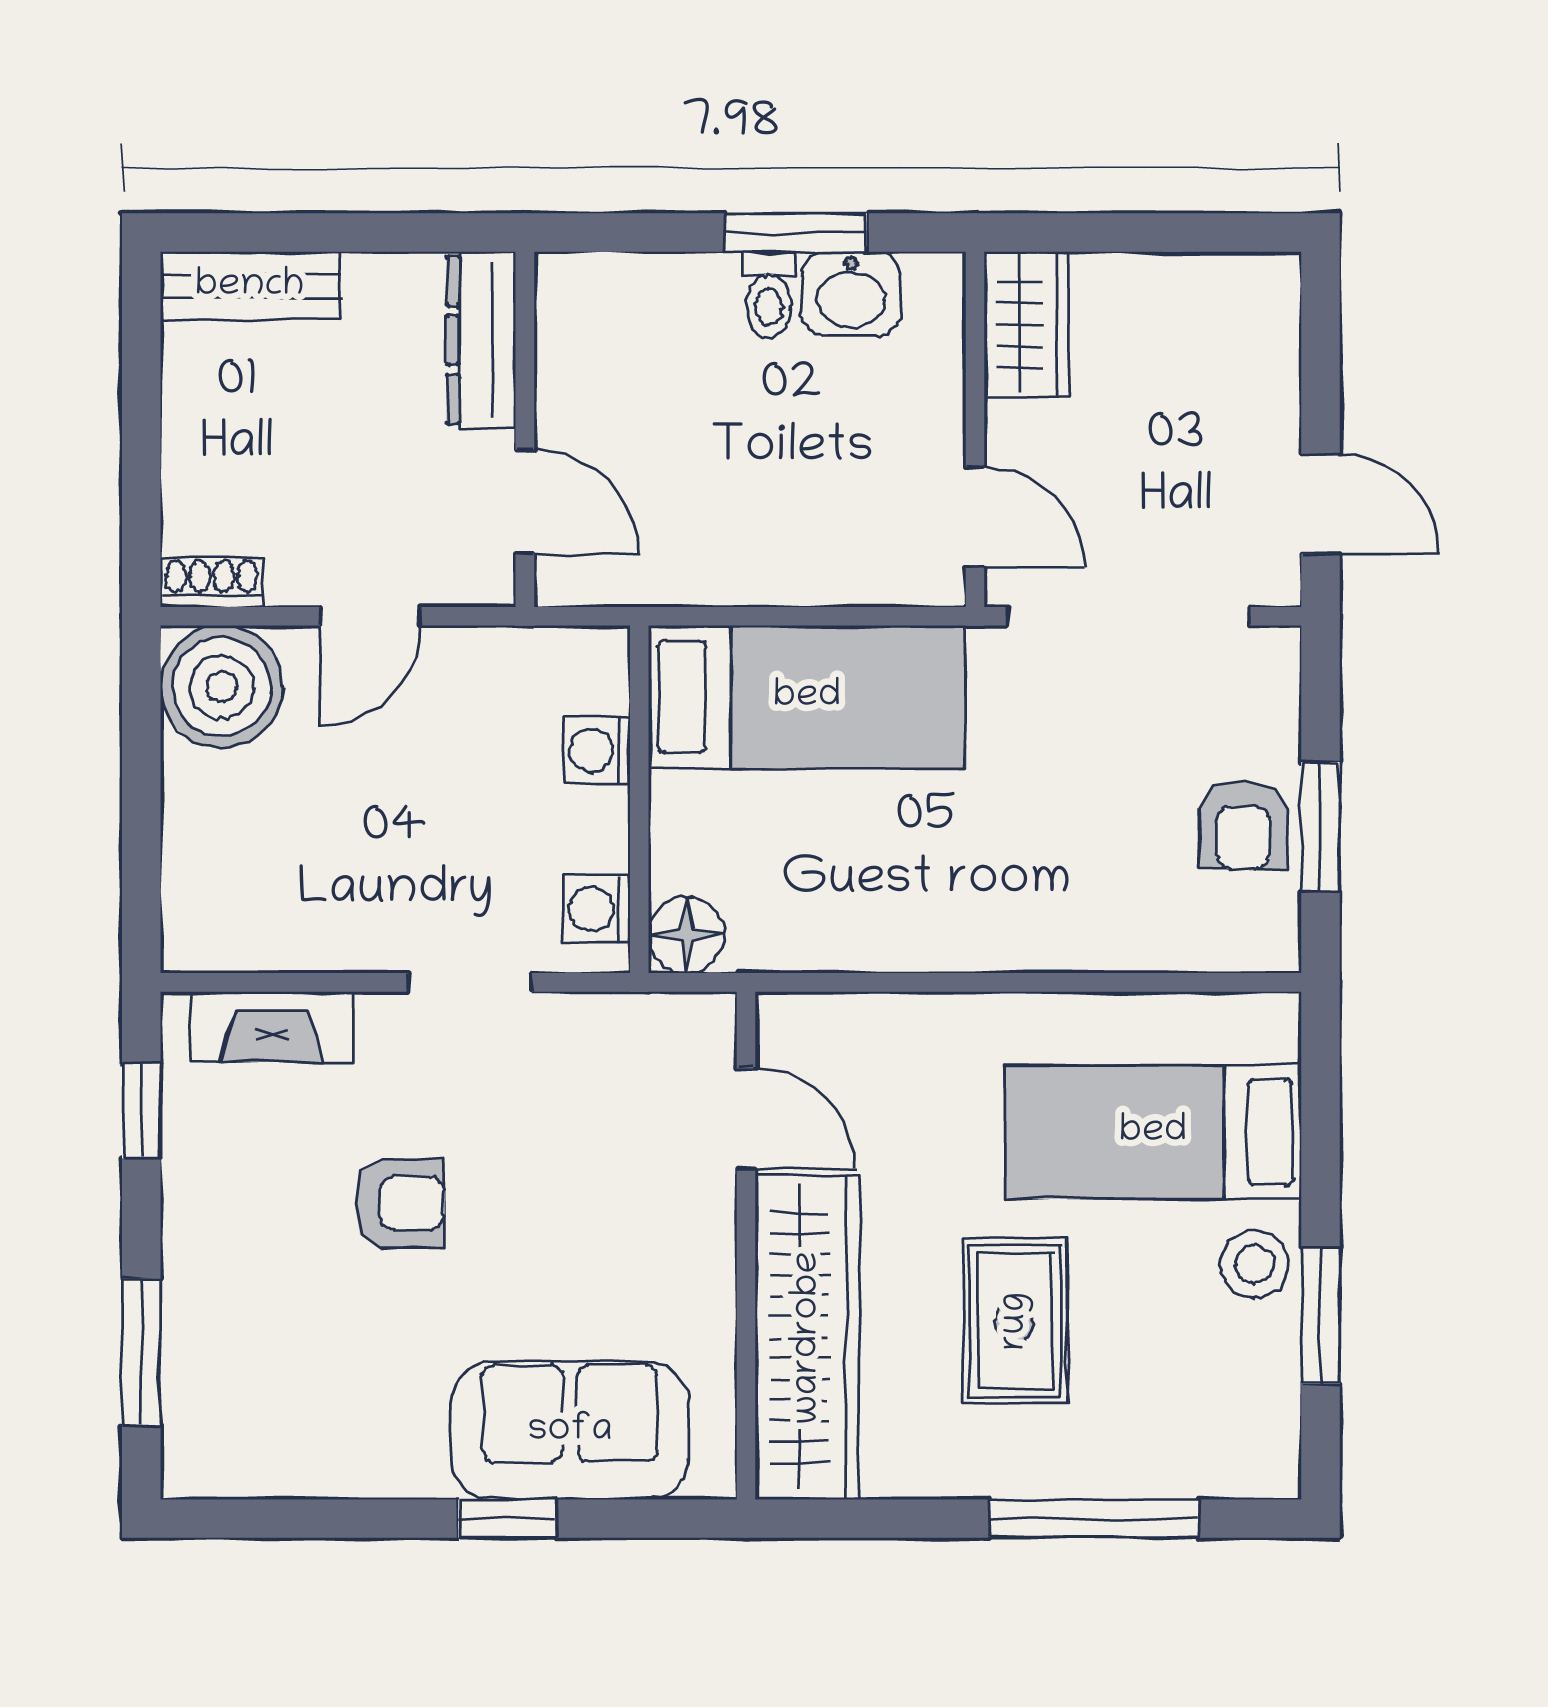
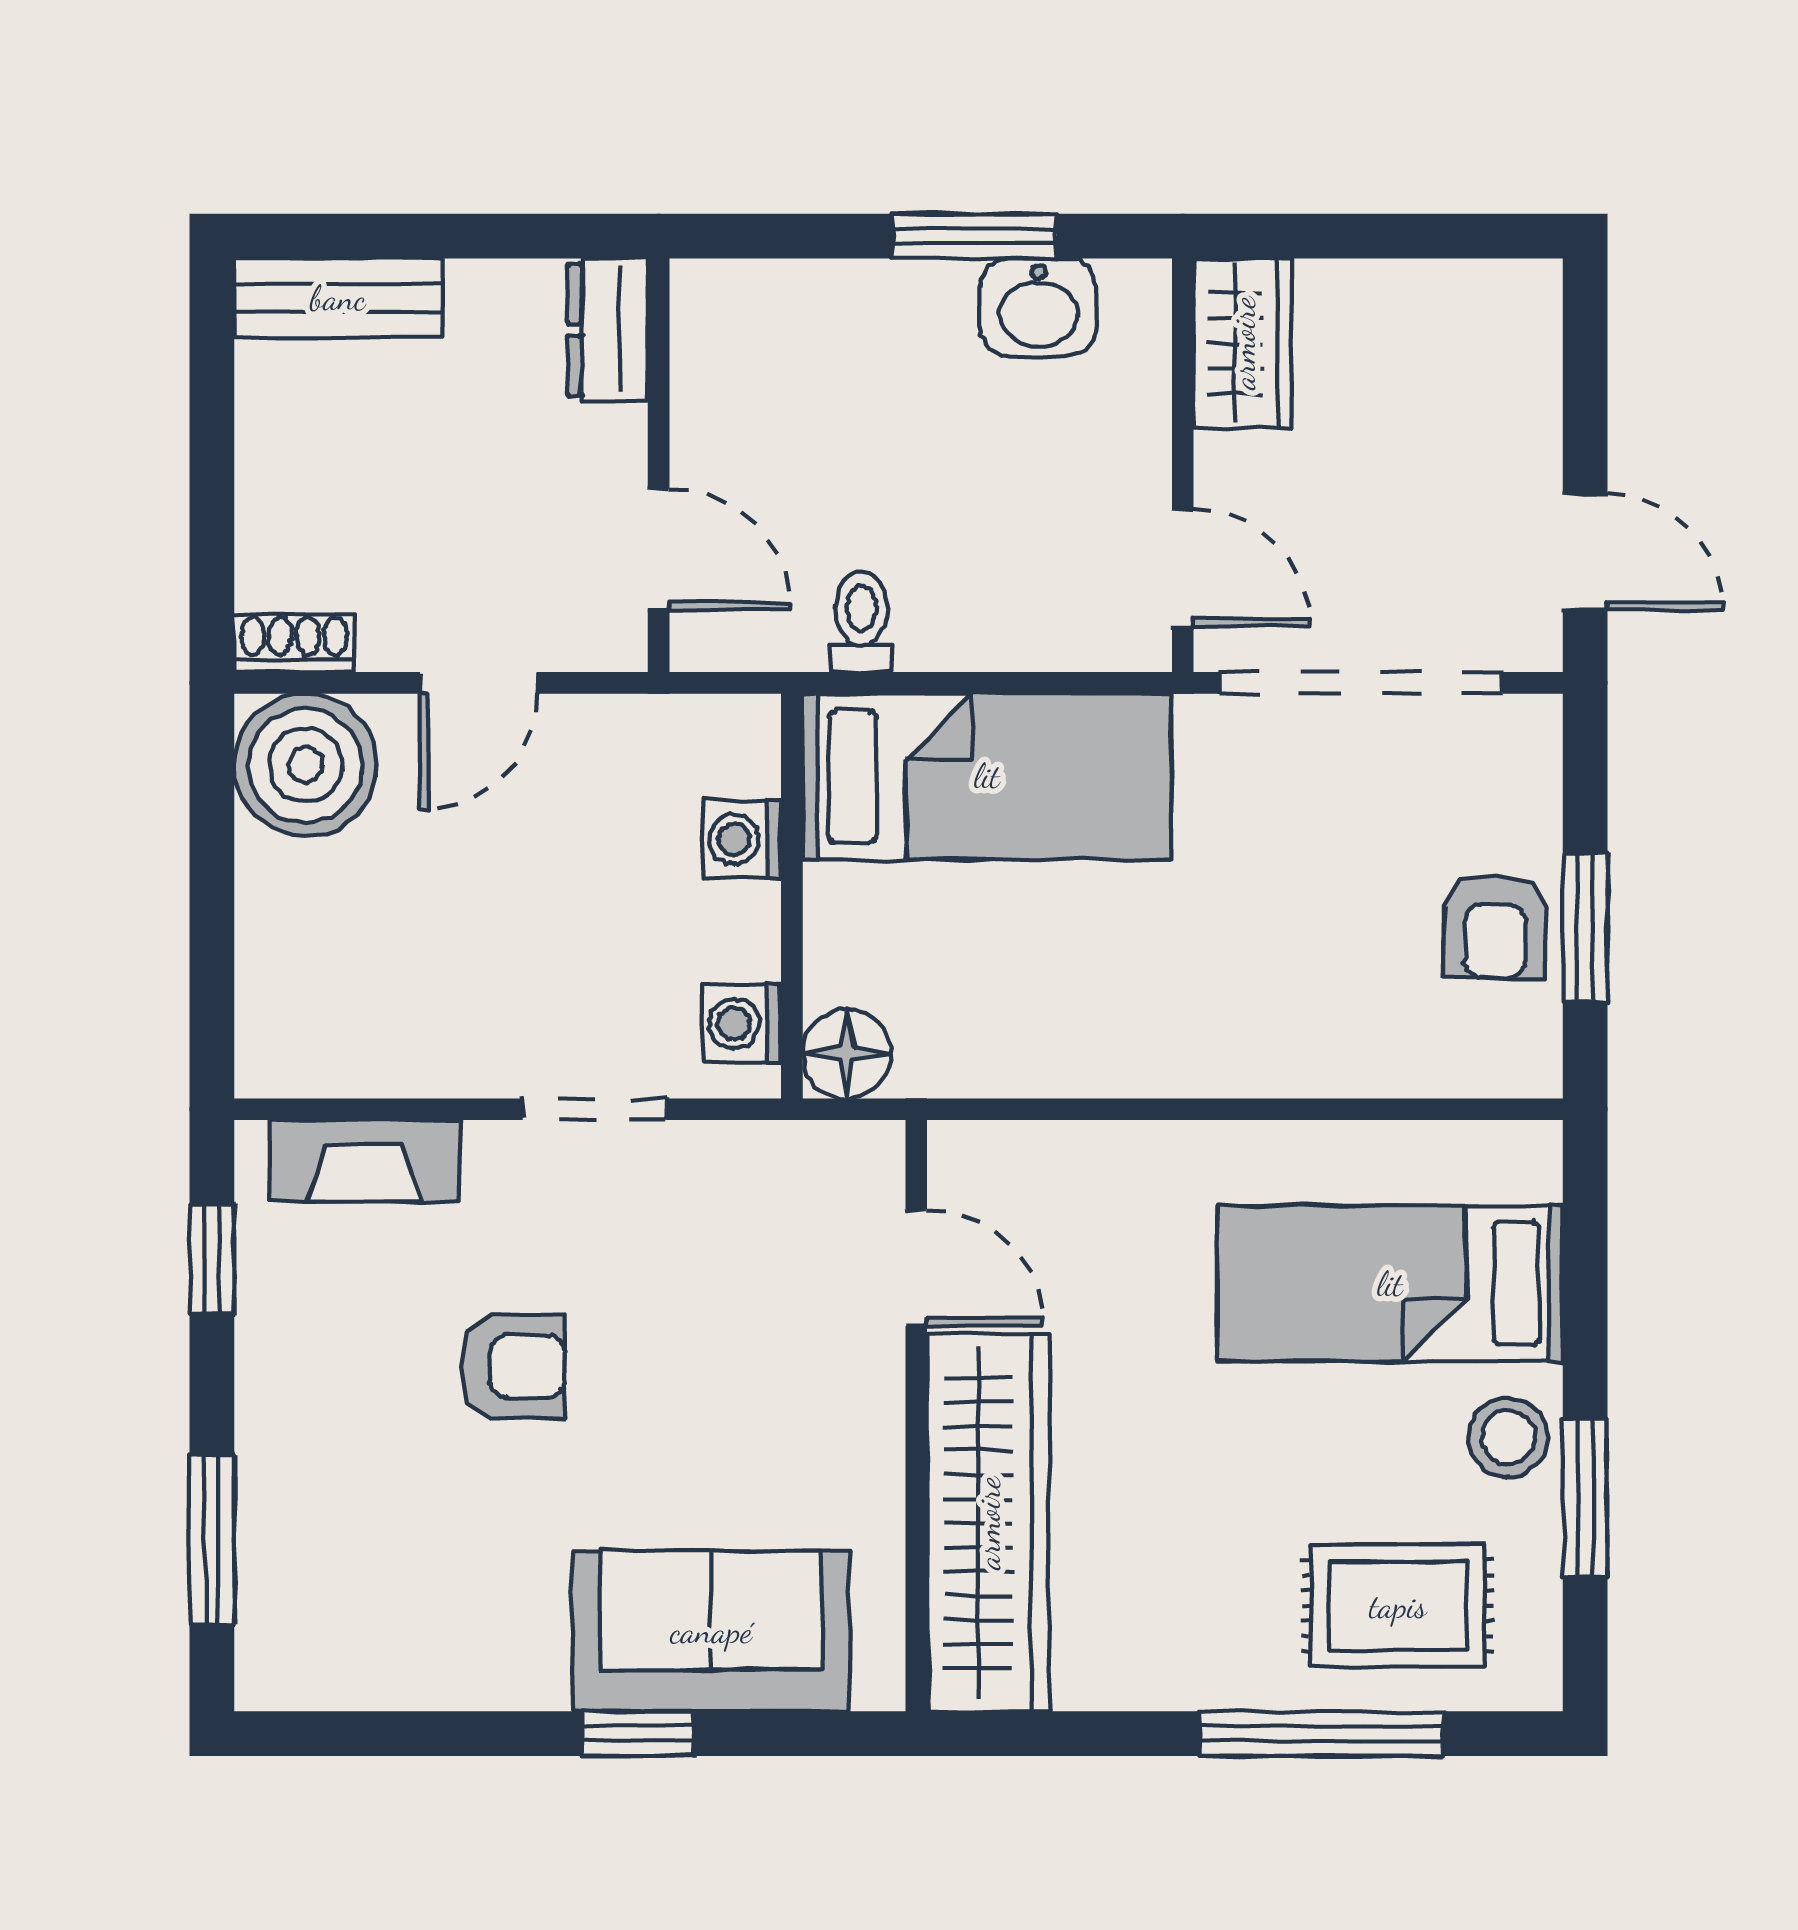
toilet: (769, 295) -> (861, 622), moved, turned 180
dresser: (481, 340) -> (608, 330), width x0.70
rug: (1015, 1321) -> (1398, 1606), moved, turned 90

